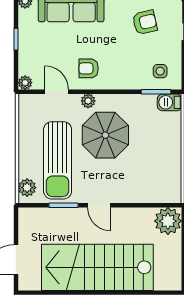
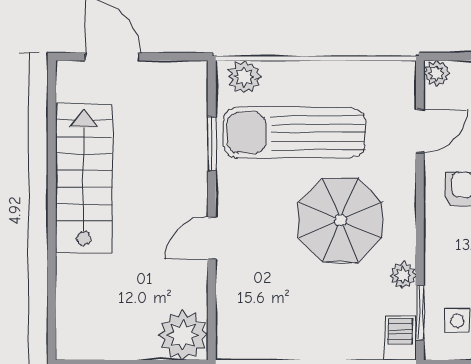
plant: (88, 101) -> (403, 275), moved
door: (99, 205) -> (212, 238), moved
stairs: (97, 267) -> (84, 178), width x0.73, depth x0.66

